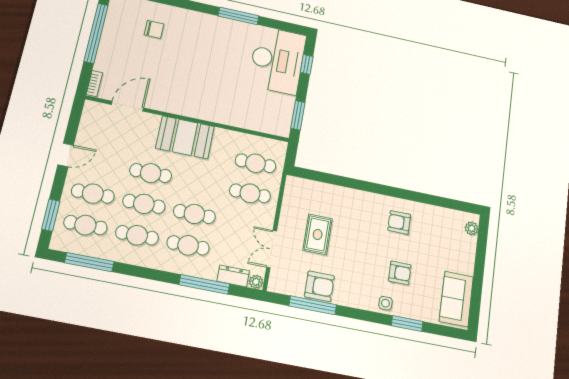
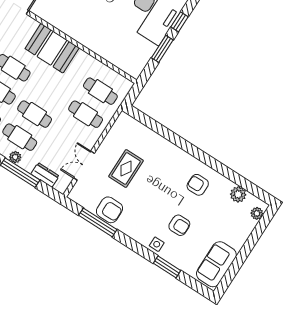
window: (298, 115) -> (162, 49), moved
plant: (444, 216) -> (238, 194), added
plant: (256, 282) -> (15, 157), moved

